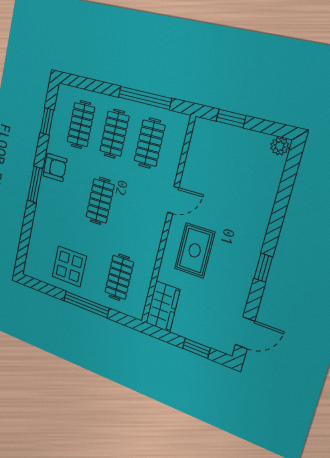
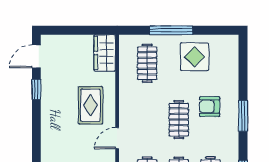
armchair: (55, 167) -> (210, 107), moved
window: (263, 268) -> (36, 89), moved
window: (196, 348) -> (70, 30), removed

